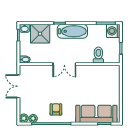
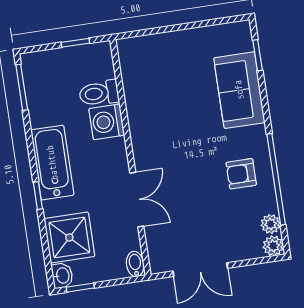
washing machine: (113, 31) -> (107, 122), moved, turned 90
double door: (64, 64) -> (137, 200), moved
sofa: (96, 114) -> (239, 90), width x0.73

